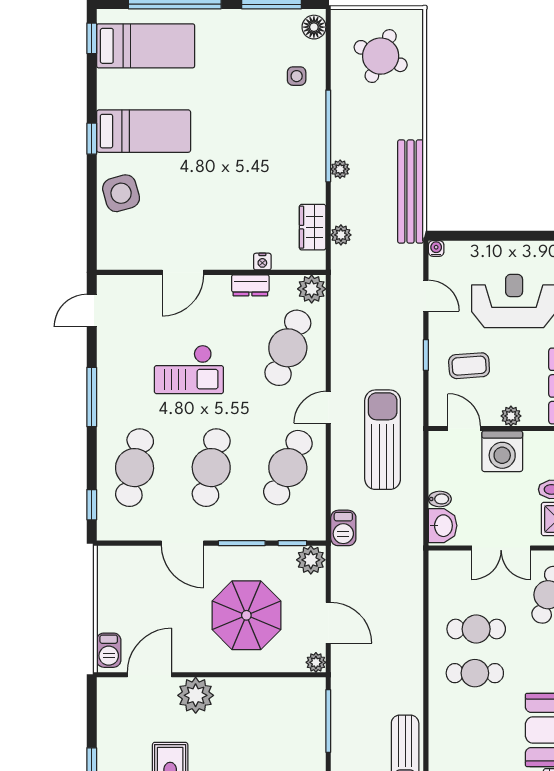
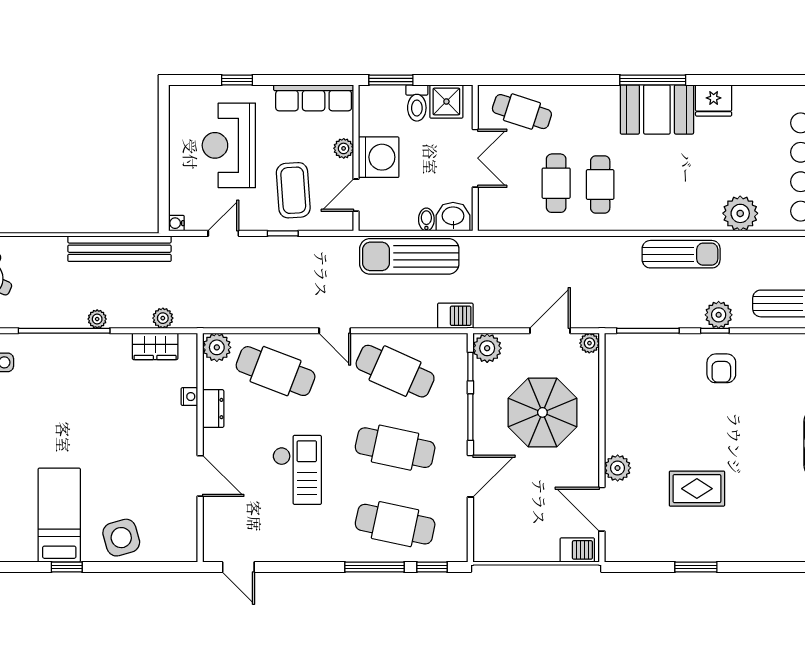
coffee table: (469, 366) -> (293, 190), width x1.36, depth x1.30
window: (92, 397) -> (375, 567), moved
sun lounger: (383, 440) -> (409, 256), moved
plant: (196, 695) -> (618, 468), width x0.73, depth x0.73

